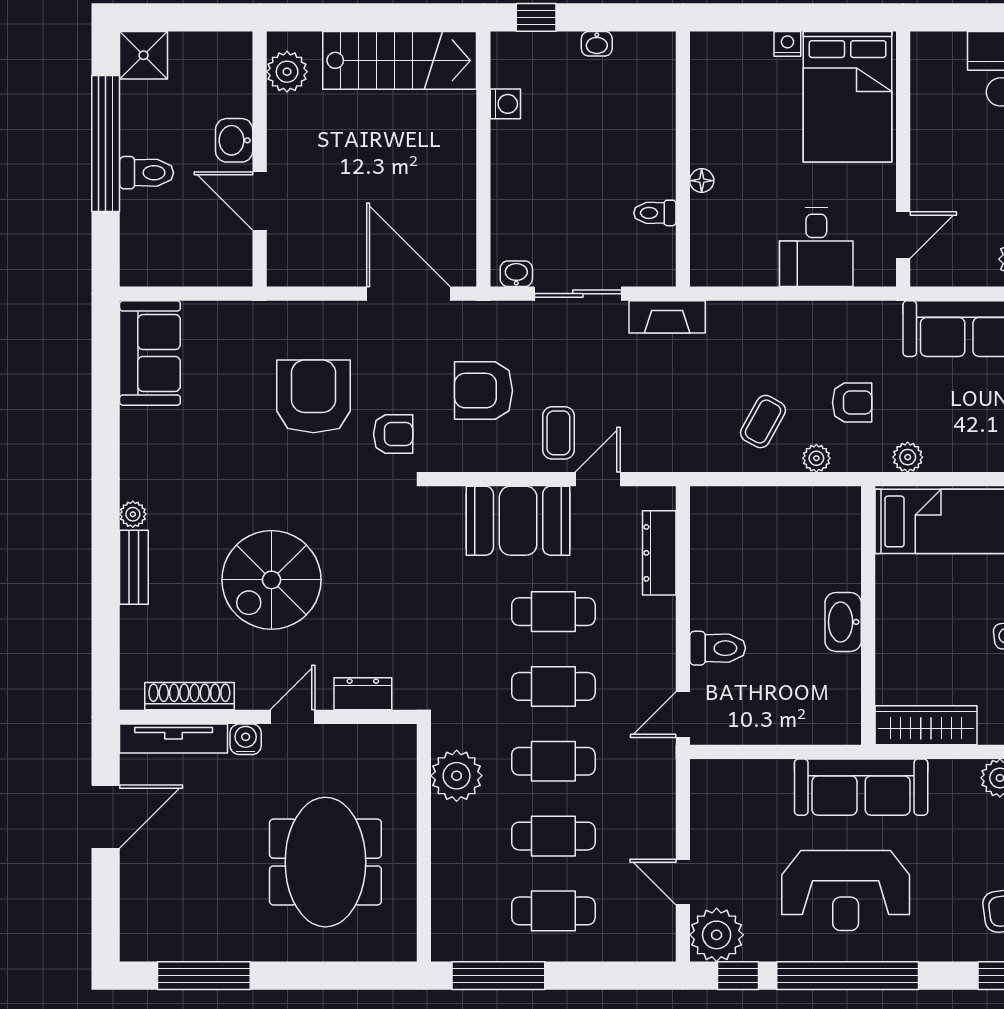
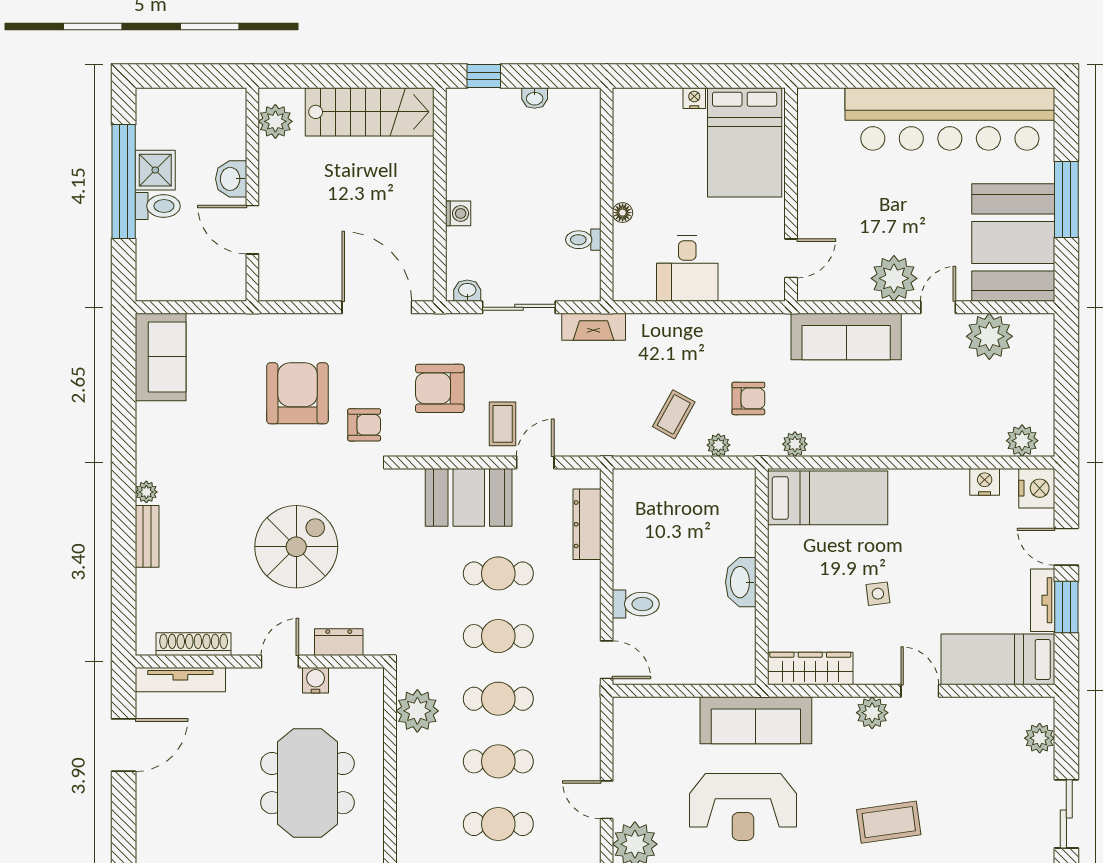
shower: (144, 55) -> (155, 170), moved
washing machine: (505, 104) -> (458, 213), moved
desk: (816, 247) -> (687, 268), moved
spiral stairs: (271, 580) -> (296, 547), moved, turned 180
door: (683, 715) -> (607, 660), swing flipped
water cooler: (246, 739) -> (316, 680), moved

